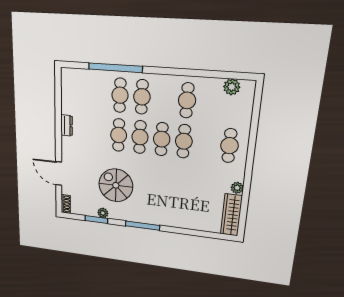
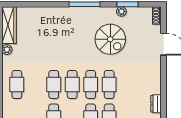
dresser: (66, 125) -> (156, 104), moved

